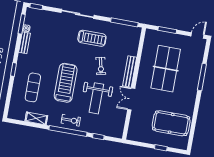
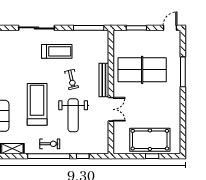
table tennis table: (166, 69) -> (142, 70), turned 90
double door: (131, 99) -> (111, 109), swing flipped
pool table: (171, 123) -> (150, 140), moved

